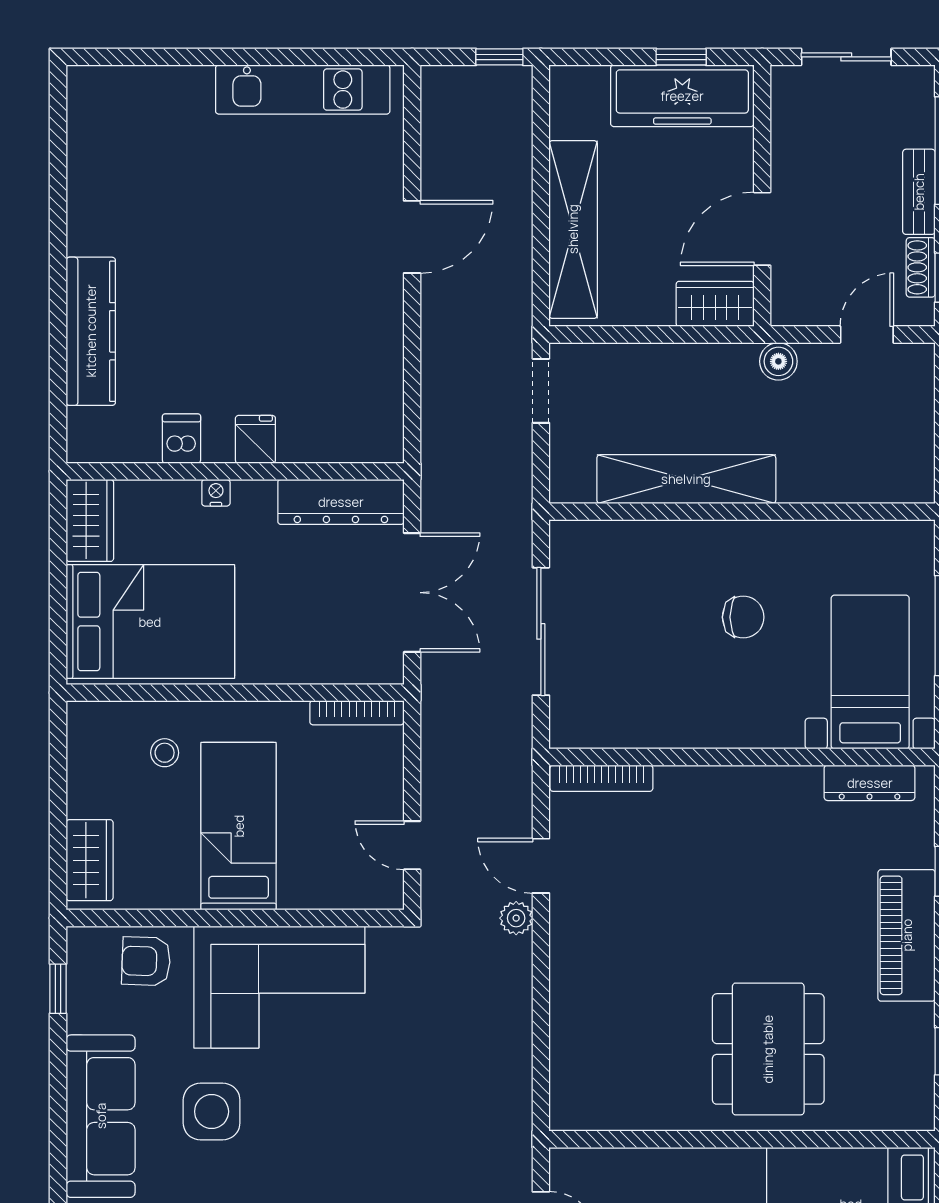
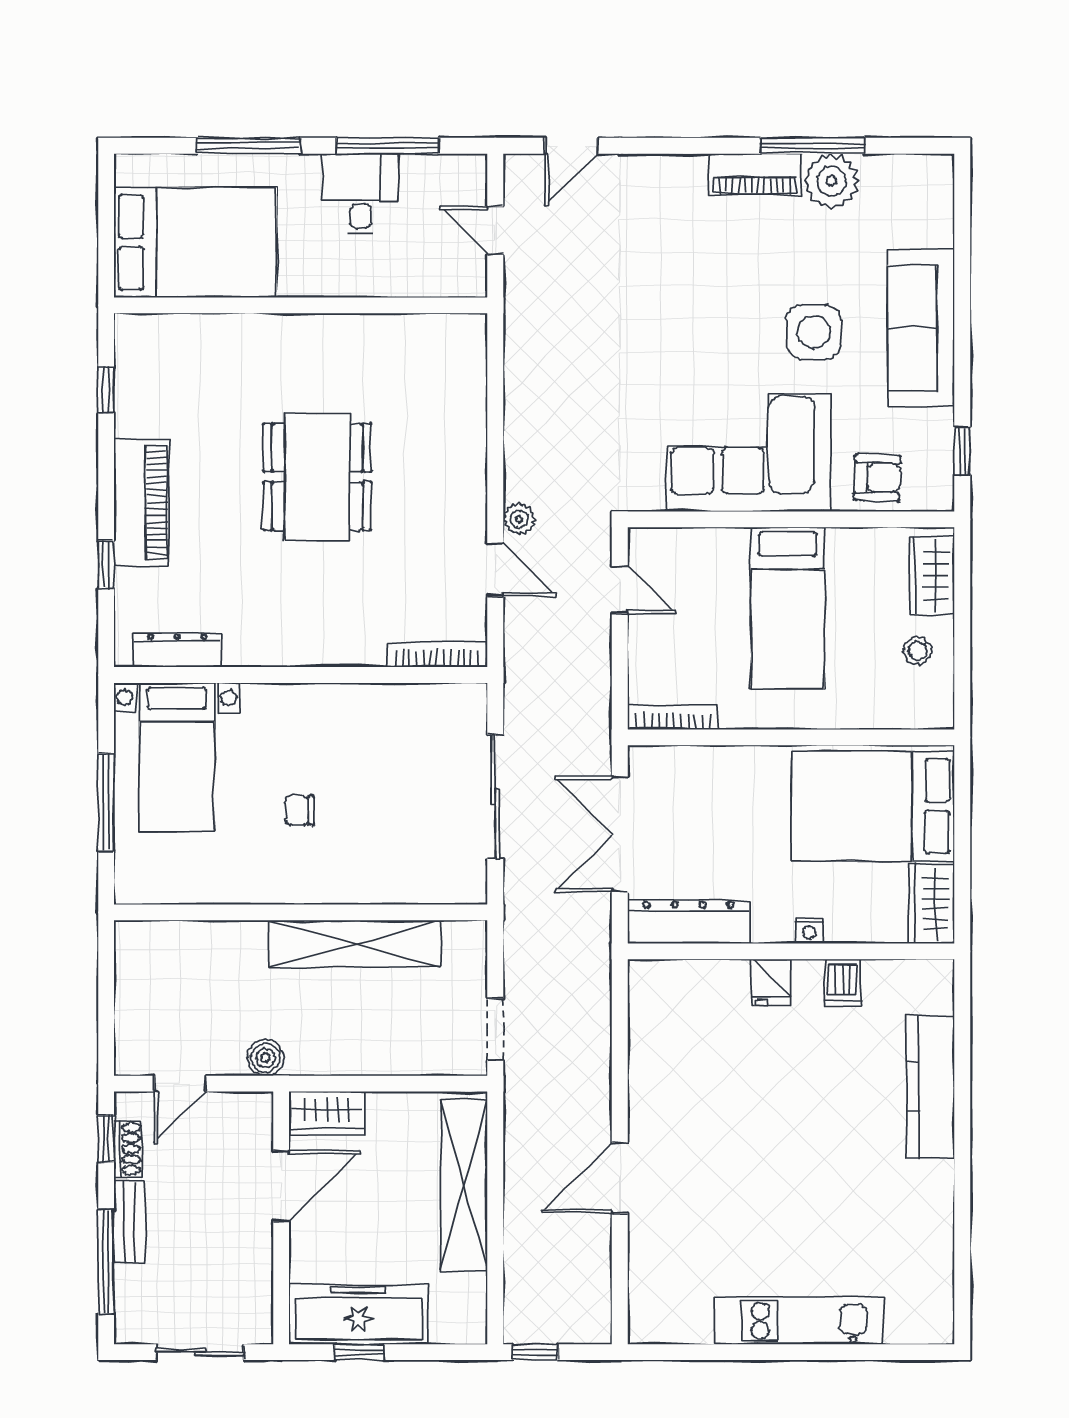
kitchen unit: (303, 90) -> (799, 1321), moved
chair: (743, 617) -> (300, 810), width x0.73, depth x0.73
stool: (165, 753) -> (917, 651), moved
dining table: (768, 1049) -> (317, 477), moved

